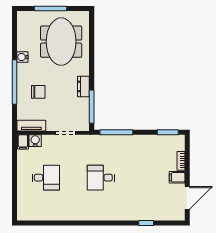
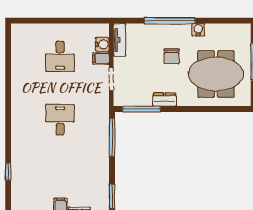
chair: (38, 92) -> (172, 56), moved
filing cabinet: (23, 142) -> (101, 58), moved

